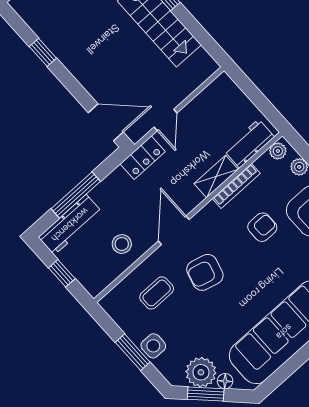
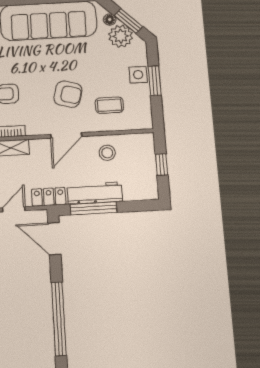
window: (43, 52) -> (59, 319), width x3.17
window: (76, 195) -> (93, 208), moved
workbench: (70, 225) -> (95, 193), moved

